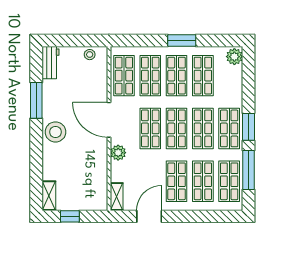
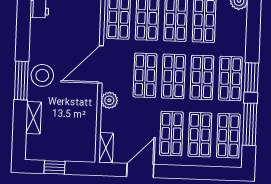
window: (36, 100) -> (21, 81), moved
door: (109, 120) -> (101, 64), hinge flipped
shelving: (49, 196) -> (33, 118), moved

